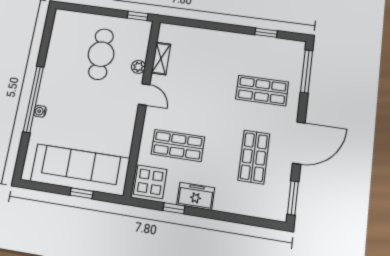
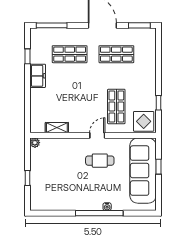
window: (138, 16) -> (28, 178), moved
cafe table: (101, 54) -> (100, 161), moved, width x0.73, depth x0.74
plant: (138, 67) -> (35, 143), moved
shop shelf: (262, 90) -> (70, 54), turned 90
door: (144, 94) -> (97, 135), moved
freezer: (196, 196) -> (38, 76), moved, turned 180

